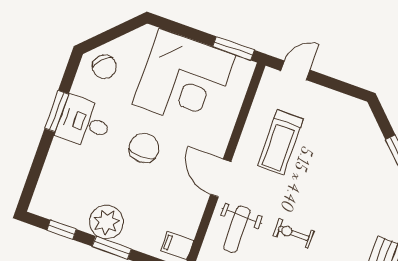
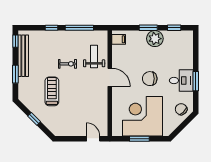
window: (234, 48) -> (139, 139), moved
door: (295, 70) -> (93, 139), swing flipped
treadmill: (280, 142) -> (52, 91), moved
chair: (144, 148) -> (150, 79), turned 90

